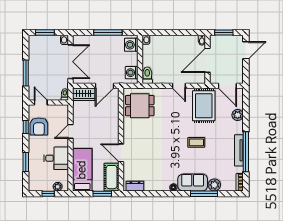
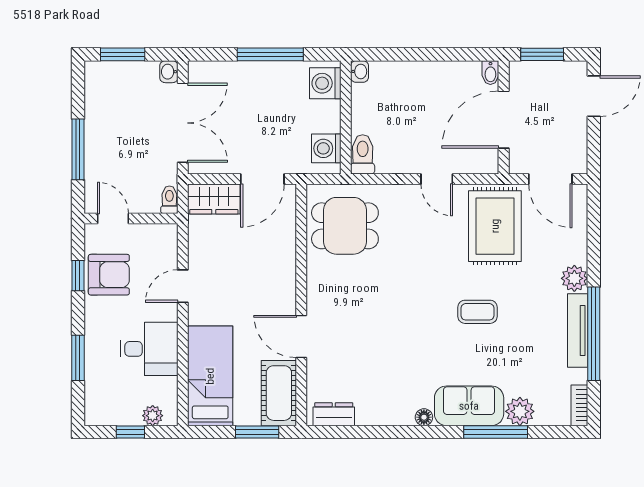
plant: (238, 115) -> (574, 278), moved
armchair: (39, 127) -> (109, 275), turned -90

